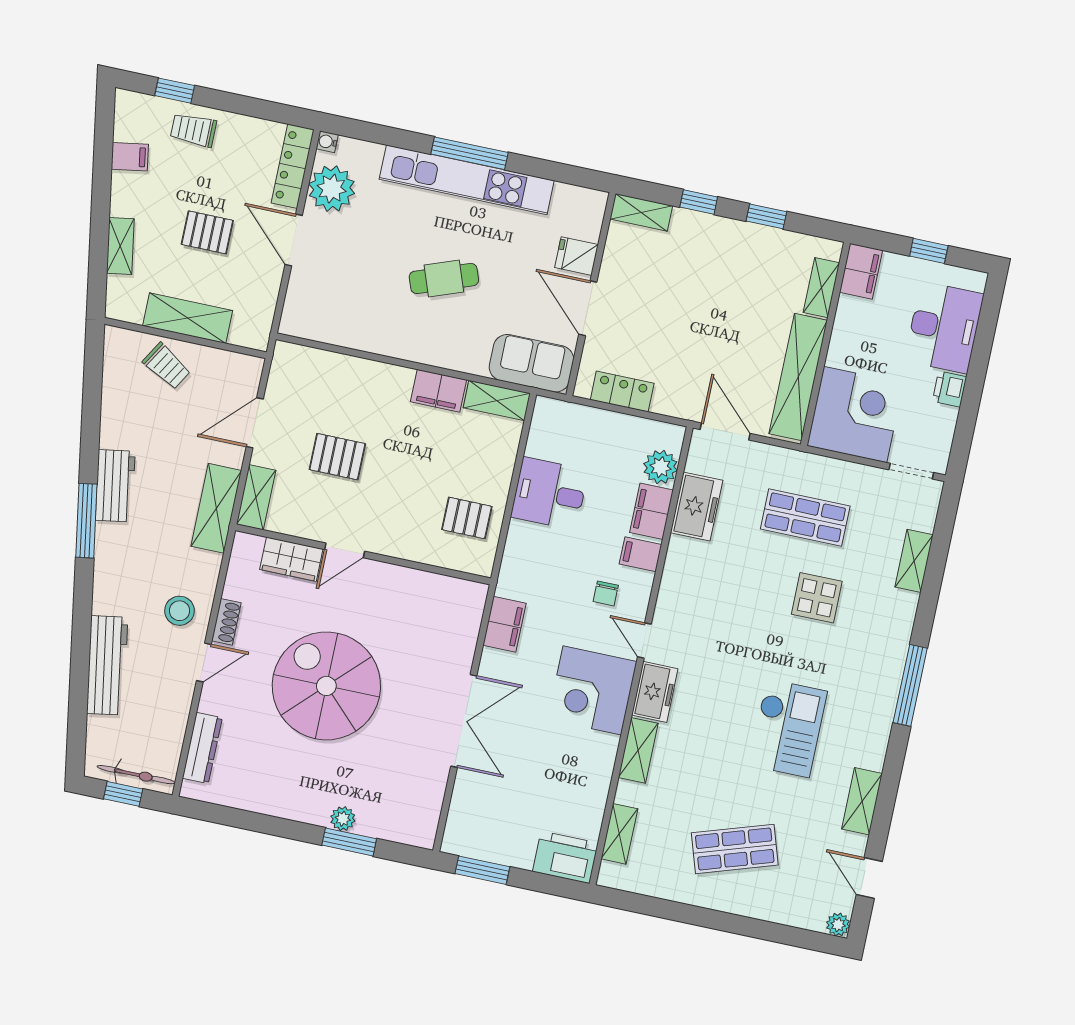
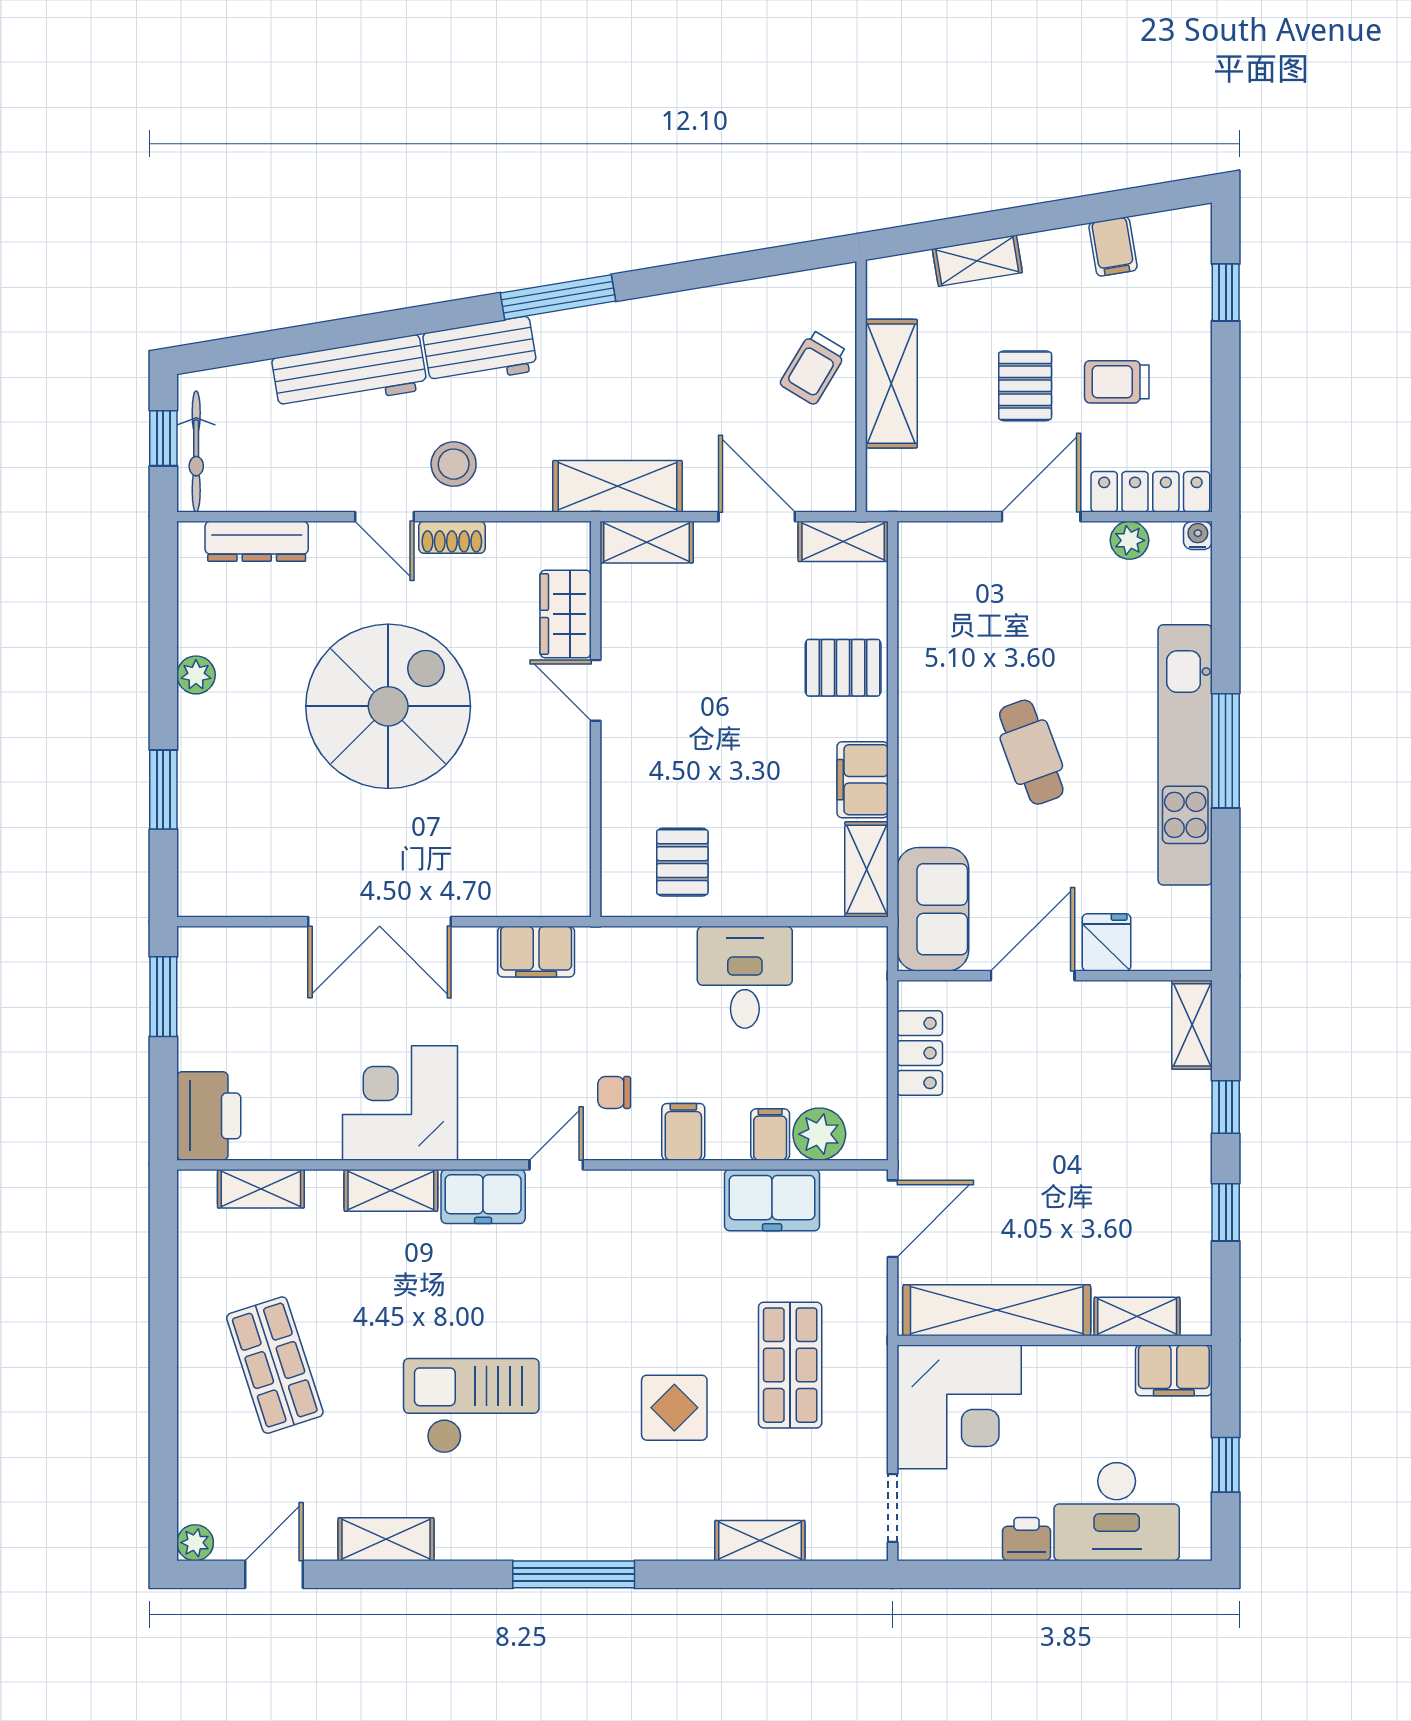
trolley: (193, 130) -> (1117, 382), moved, turned -90
plant: (332, 189) -> (1129, 540), width x0.53, depth x0.53
shelving: (283, 371) -> (843, 541), added
pallet: (337, 457) -> (843, 668), moved, turned 90
workbench: (115, 486) -> (480, 352), moved
filing cabinet: (651, 511) -> (770, 1135), width x0.50
corner desk: (592, 690) -> (400, 1103), moved
checkout: (788, 728) -> (471, 1406), turned 180
plant: (343, 819) -> (196, 675), moved

